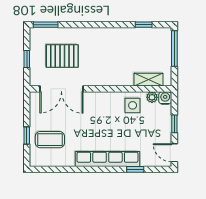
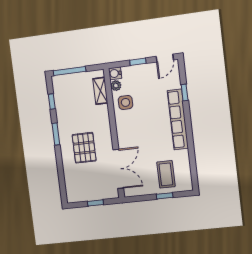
window: (46, 25) -> (56, 134), moved
pallet: (62, 56) -> (84, 148), moved

